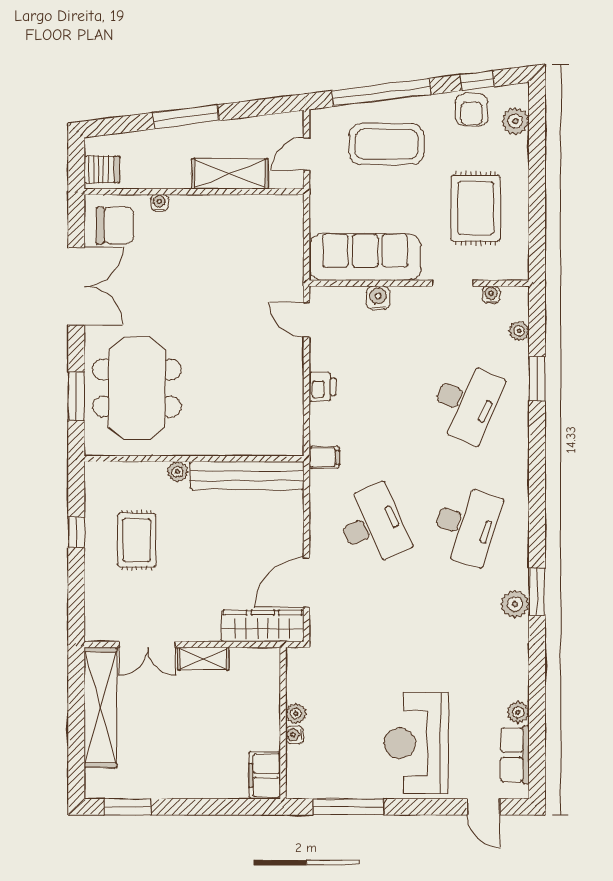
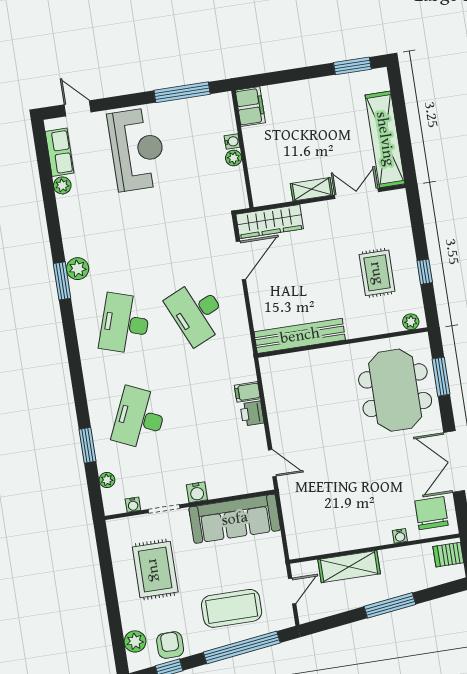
chair: (115, 225) -> (431, 513), turned 90
water cooler: (378, 298) -> (197, 492), moved
filing cabinet: (324, 457) -> (247, 392), moved
plant: (178, 472) -> (411, 322), moved

